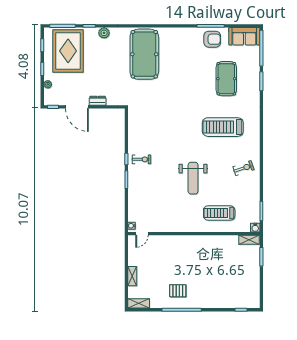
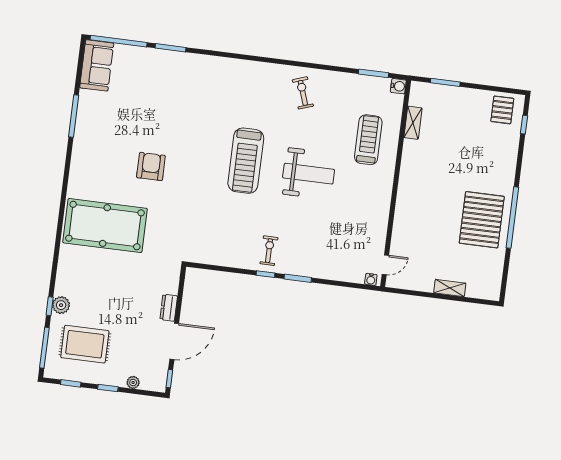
plant: (104, 33) -> (61, 305), moved
armchair: (212, 39) -> (151, 166), moved
rug: (68, 51) -> (85, 344), width x0.73, depth x0.69
pool table: (226, 79) -> (160, 102), removed
treadmill: (223, 127) -> (246, 161), moved
treadmill: (219, 213) -> (368, 140), turned 180
door: (142, 234) -> (385, 265), hinge flipped
shelving: (249, 240) -> (413, 123), moved
pallet: (178, 291) -> (482, 220), width x2.05, depth x2.00
pallet: (249, 295) -> (502, 110), added
shelving: (139, 303) -> (494, 284), removed

